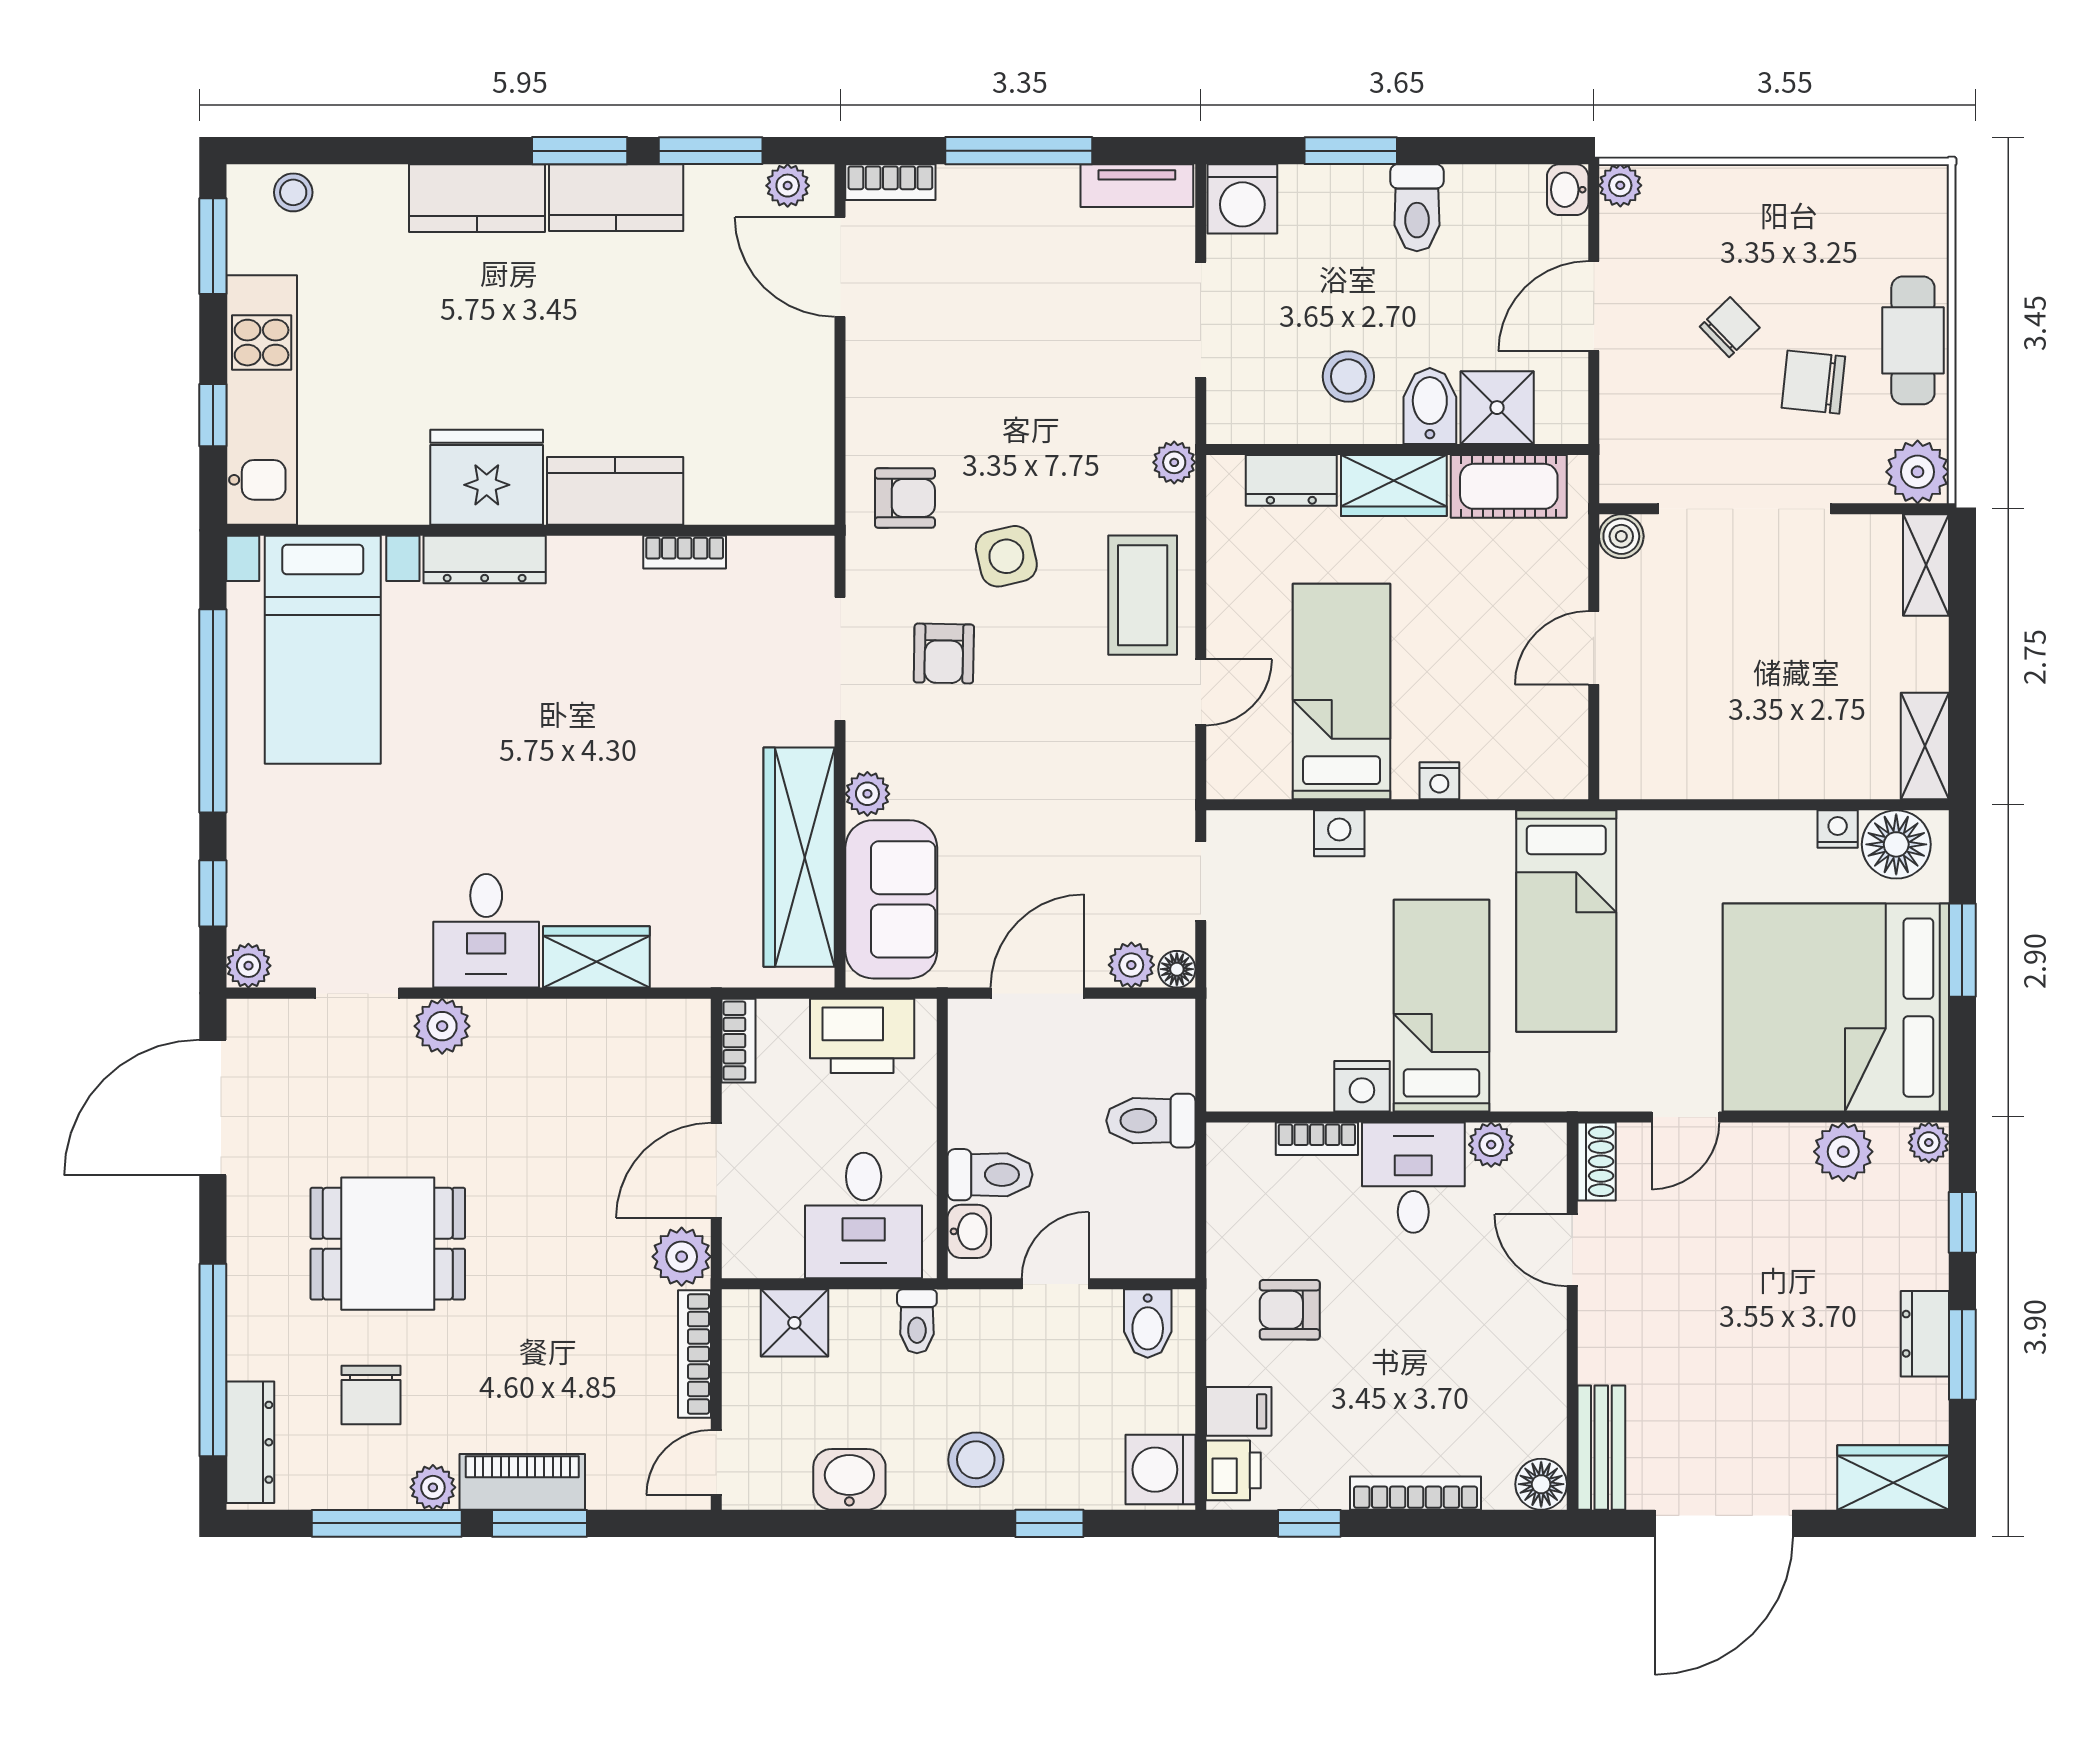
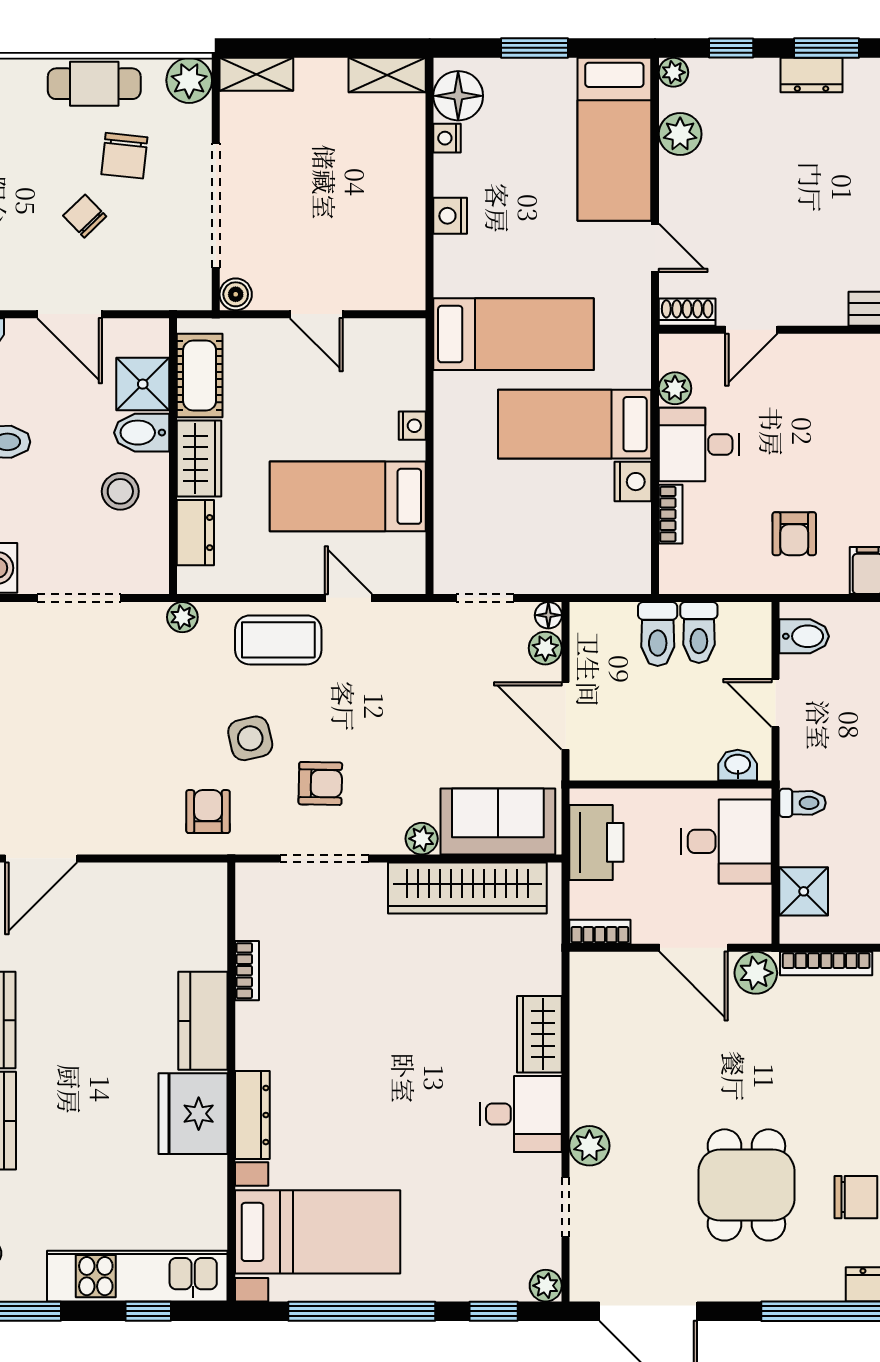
nightstand: (1339, 833) -> (450, 216), moved
bed: (1836, 1008) -> (614, 139), width x0.49
toilet: (990, 1175) -> (699, 632), moved, turned 180

